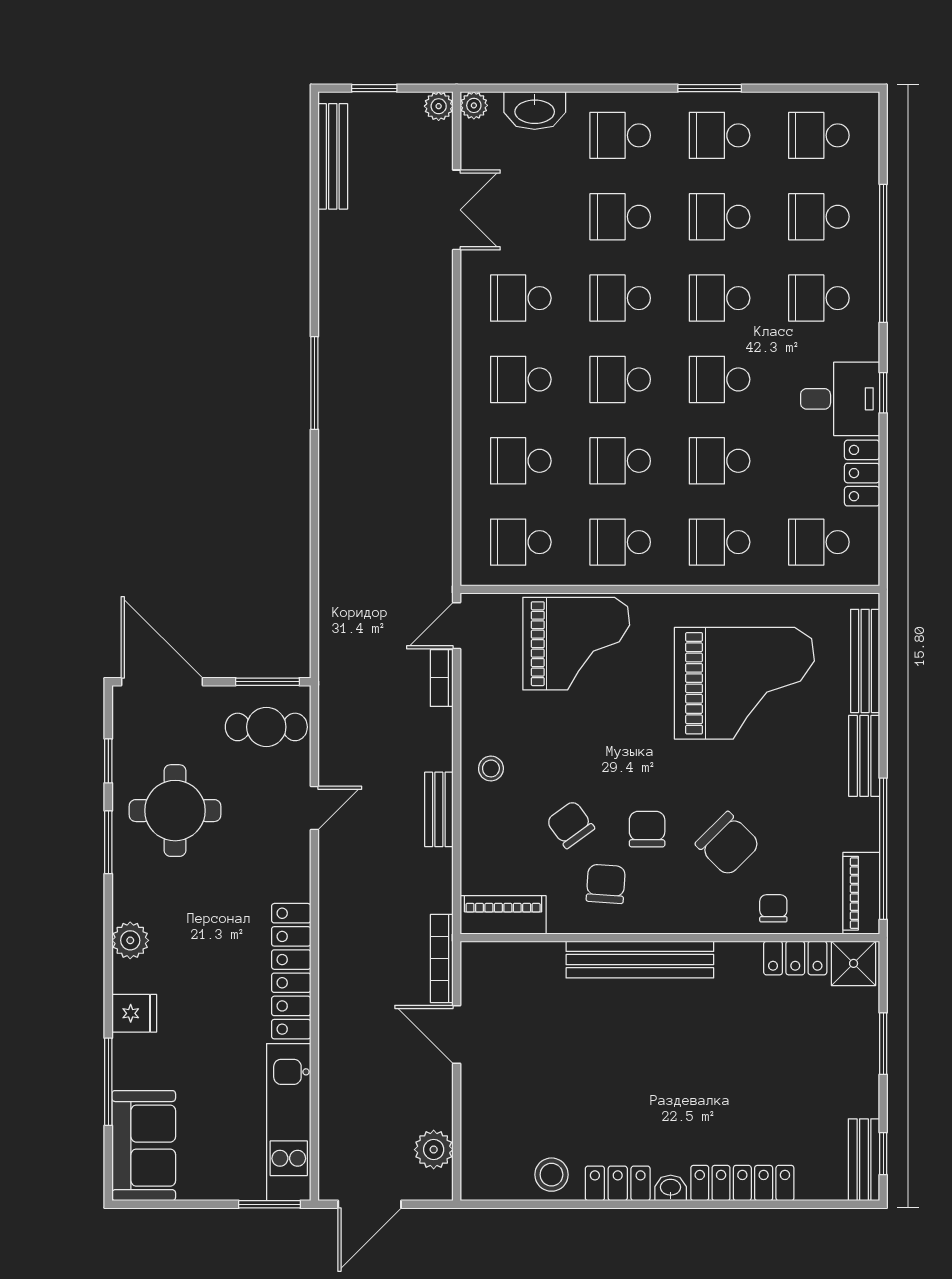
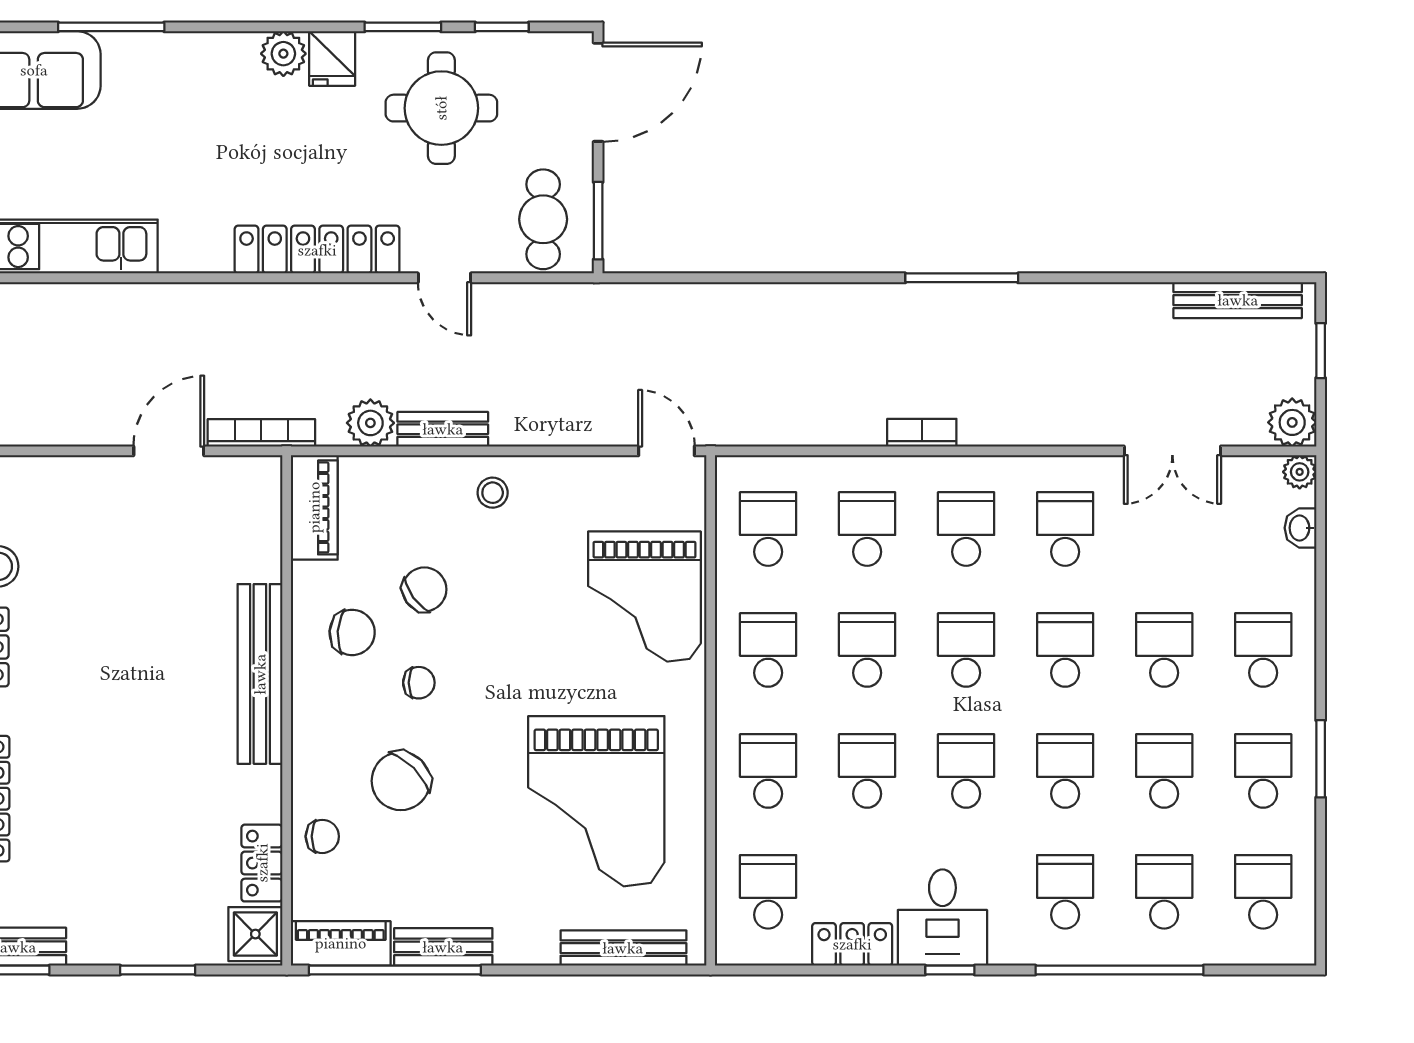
plant: (439, 106) -> (1292, 422), width x1.38, depth x1.38
washbasin: (535, 111) -> (1300, 528), width x0.52, depth x0.69
bookcase: (442, 678) -> (922, 433), moved
bench: (864, 756) -> (443, 947), moved
chair: (647, 829) -> (419, 683), width x0.73, depth x0.73
locker: (291, 971) -> (317, 250), moved
fridge: (134, 1013) -> (332, 59), moved
plant: (434, 1150) -> (370, 423), moved

